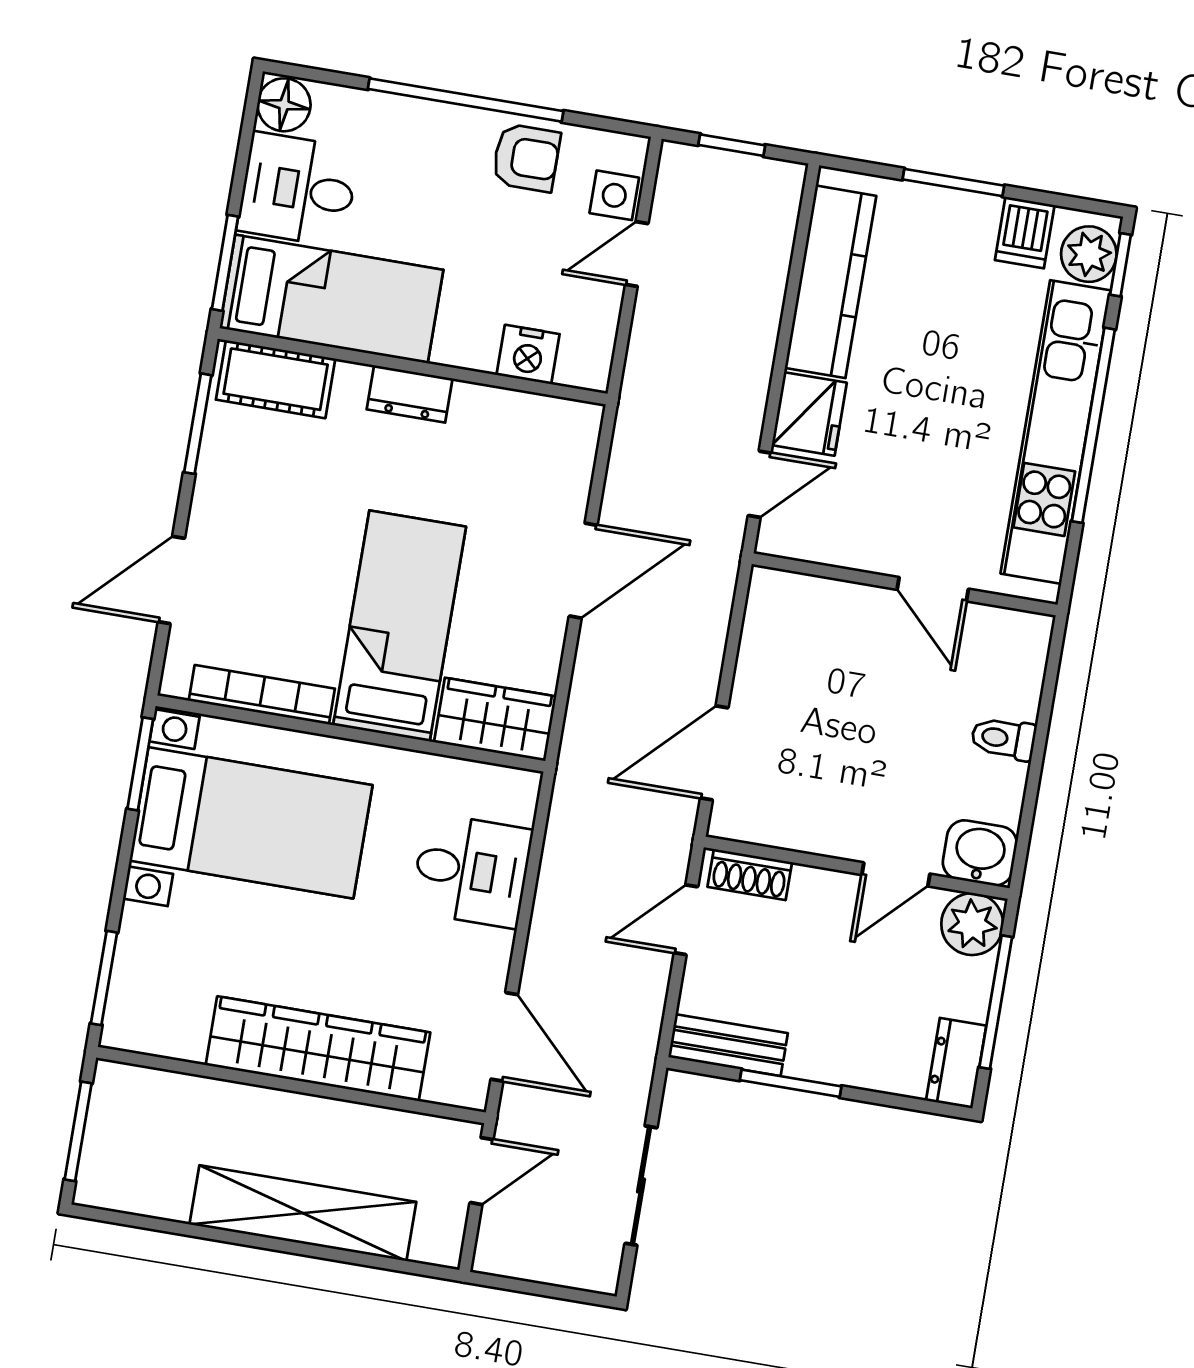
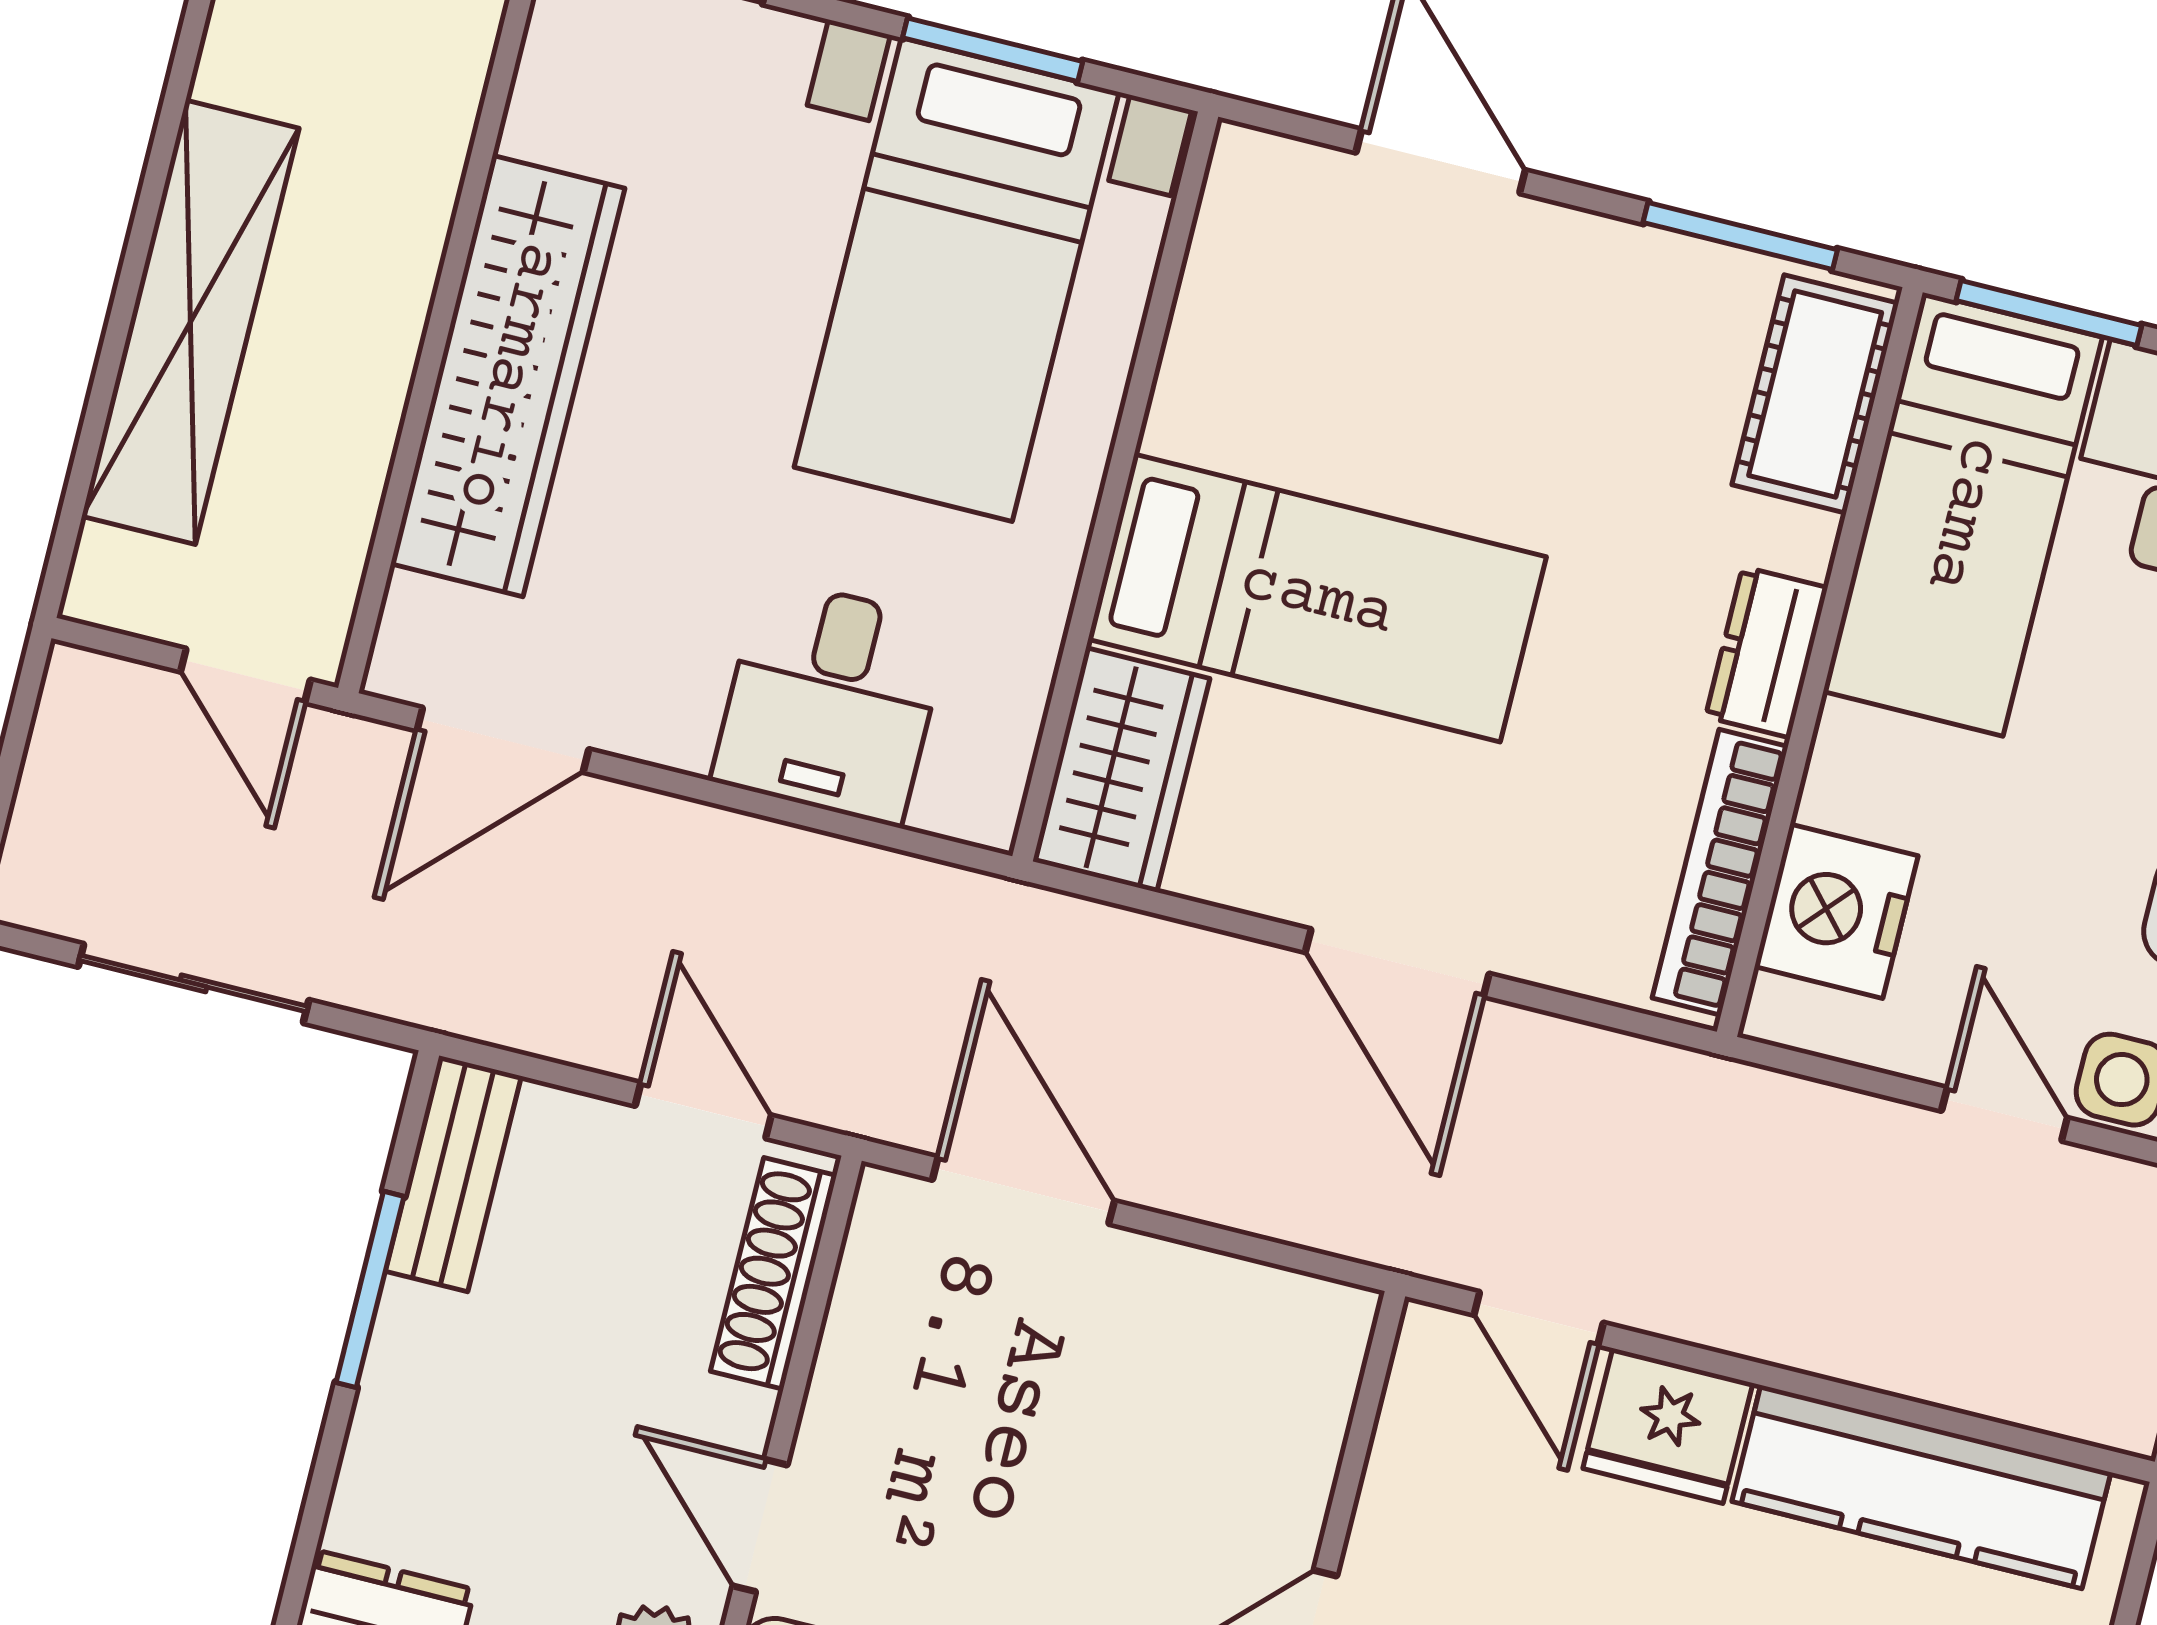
nightstand: (528, 355) -> (1836, 911), width x1.36, depth x1.33
bookcase: (262, 695) -> (1720, 872), moved, turned 180
window: (140, 764) -> (993, 50), moved
shoe rack: (750, 875) -> (774, 1273), width x1.43

